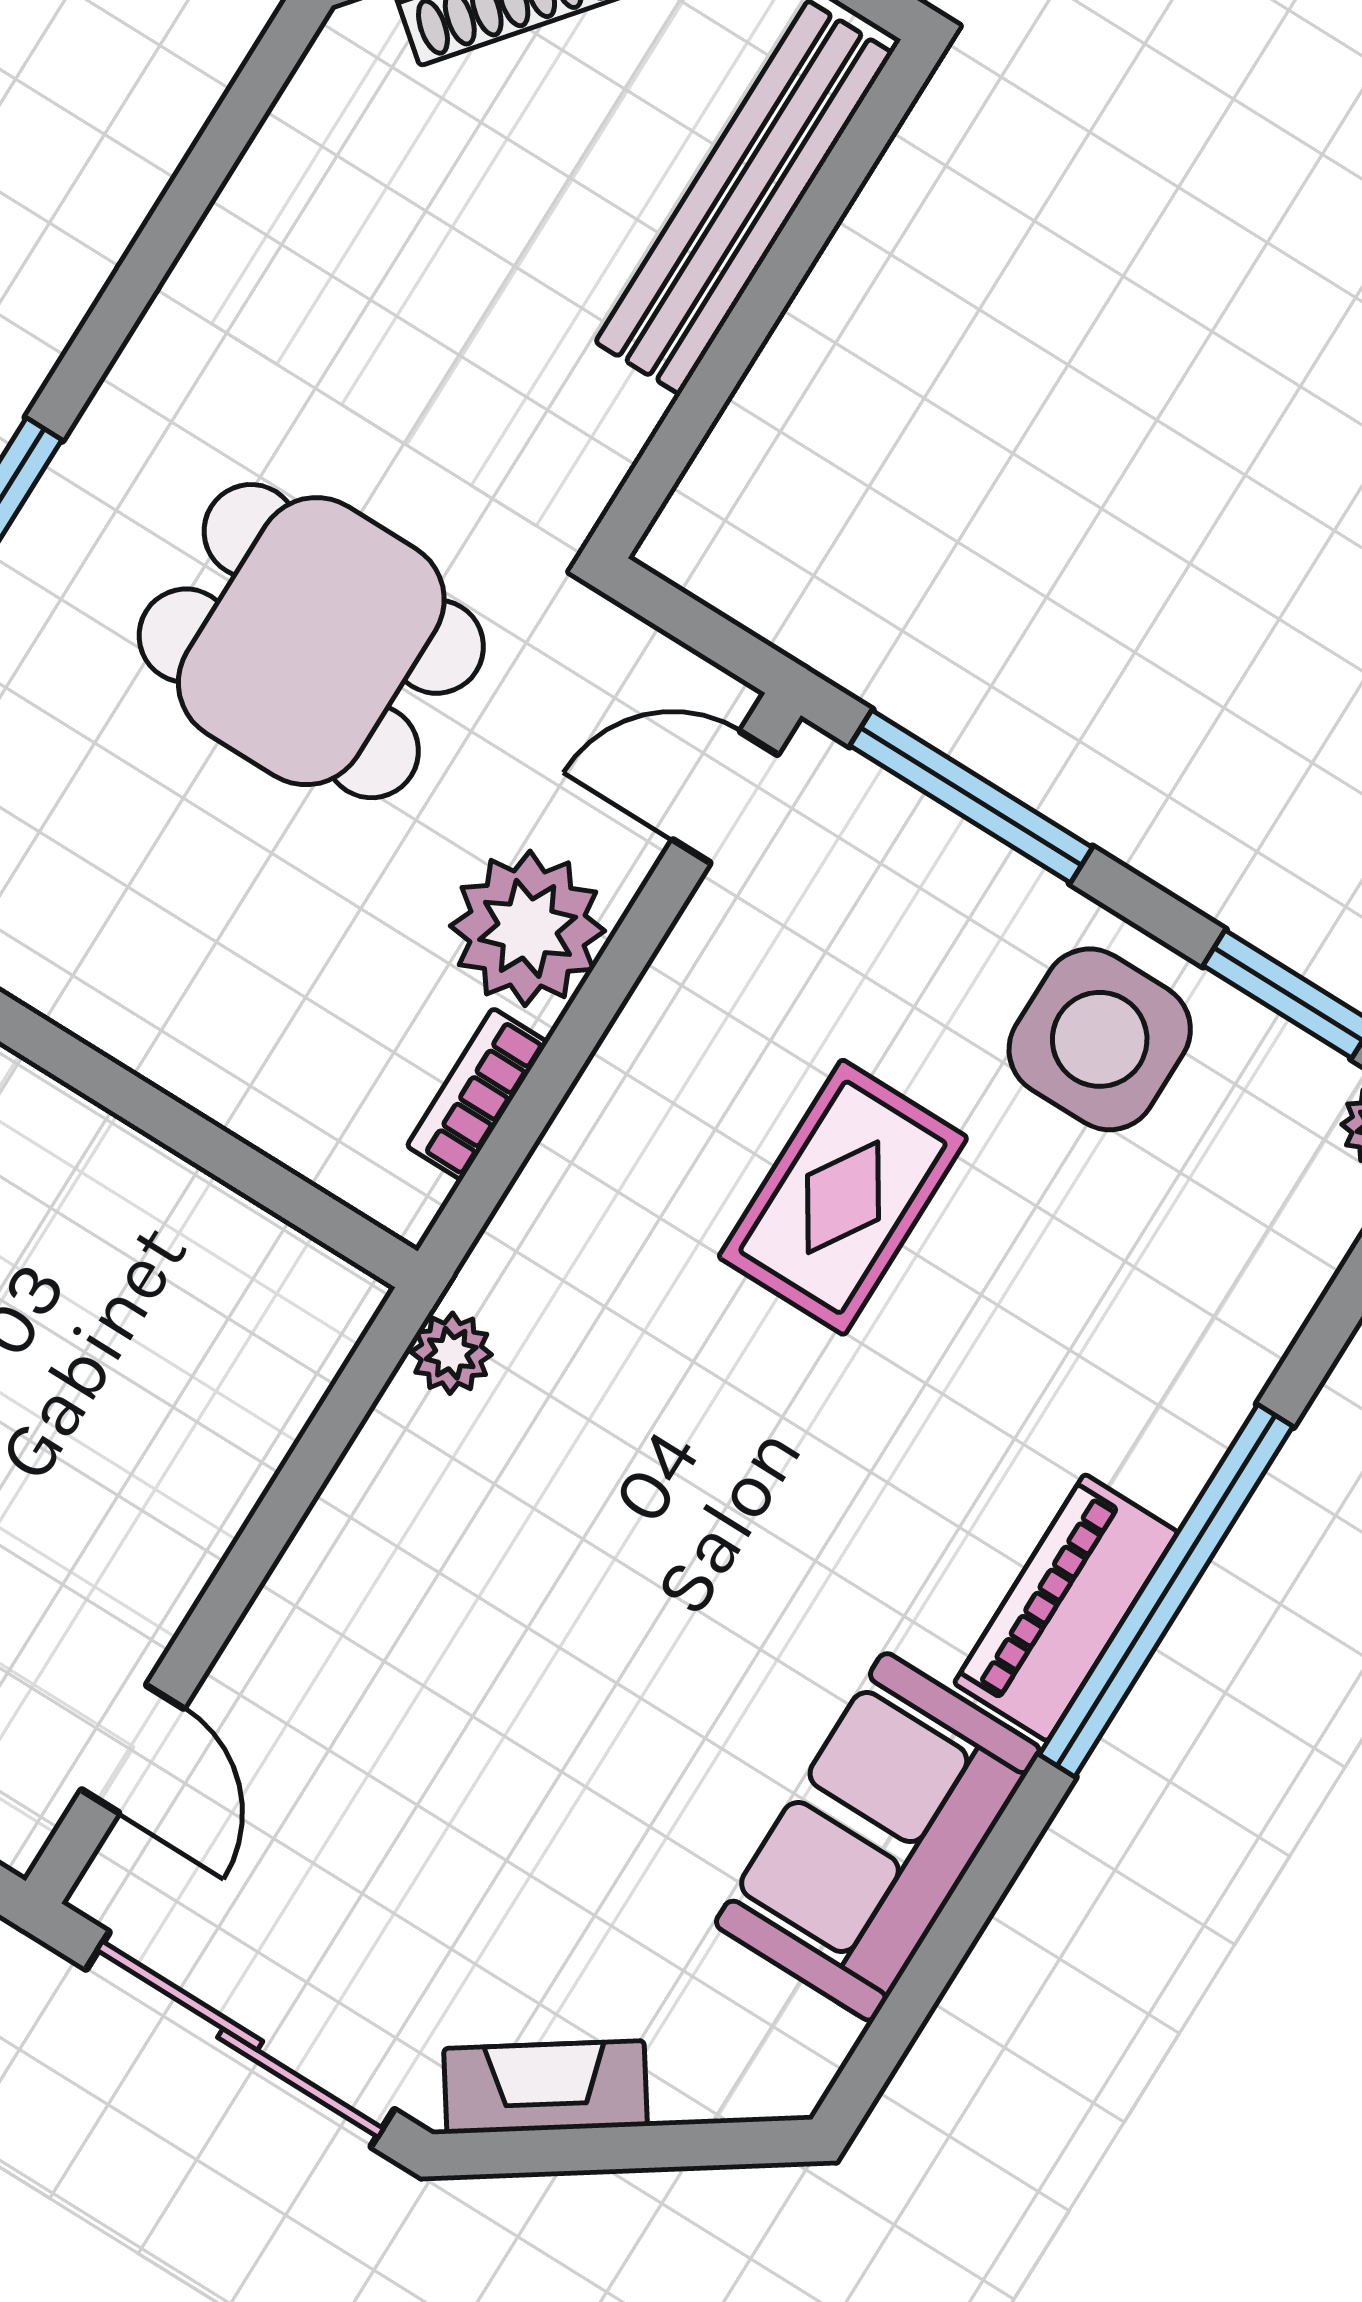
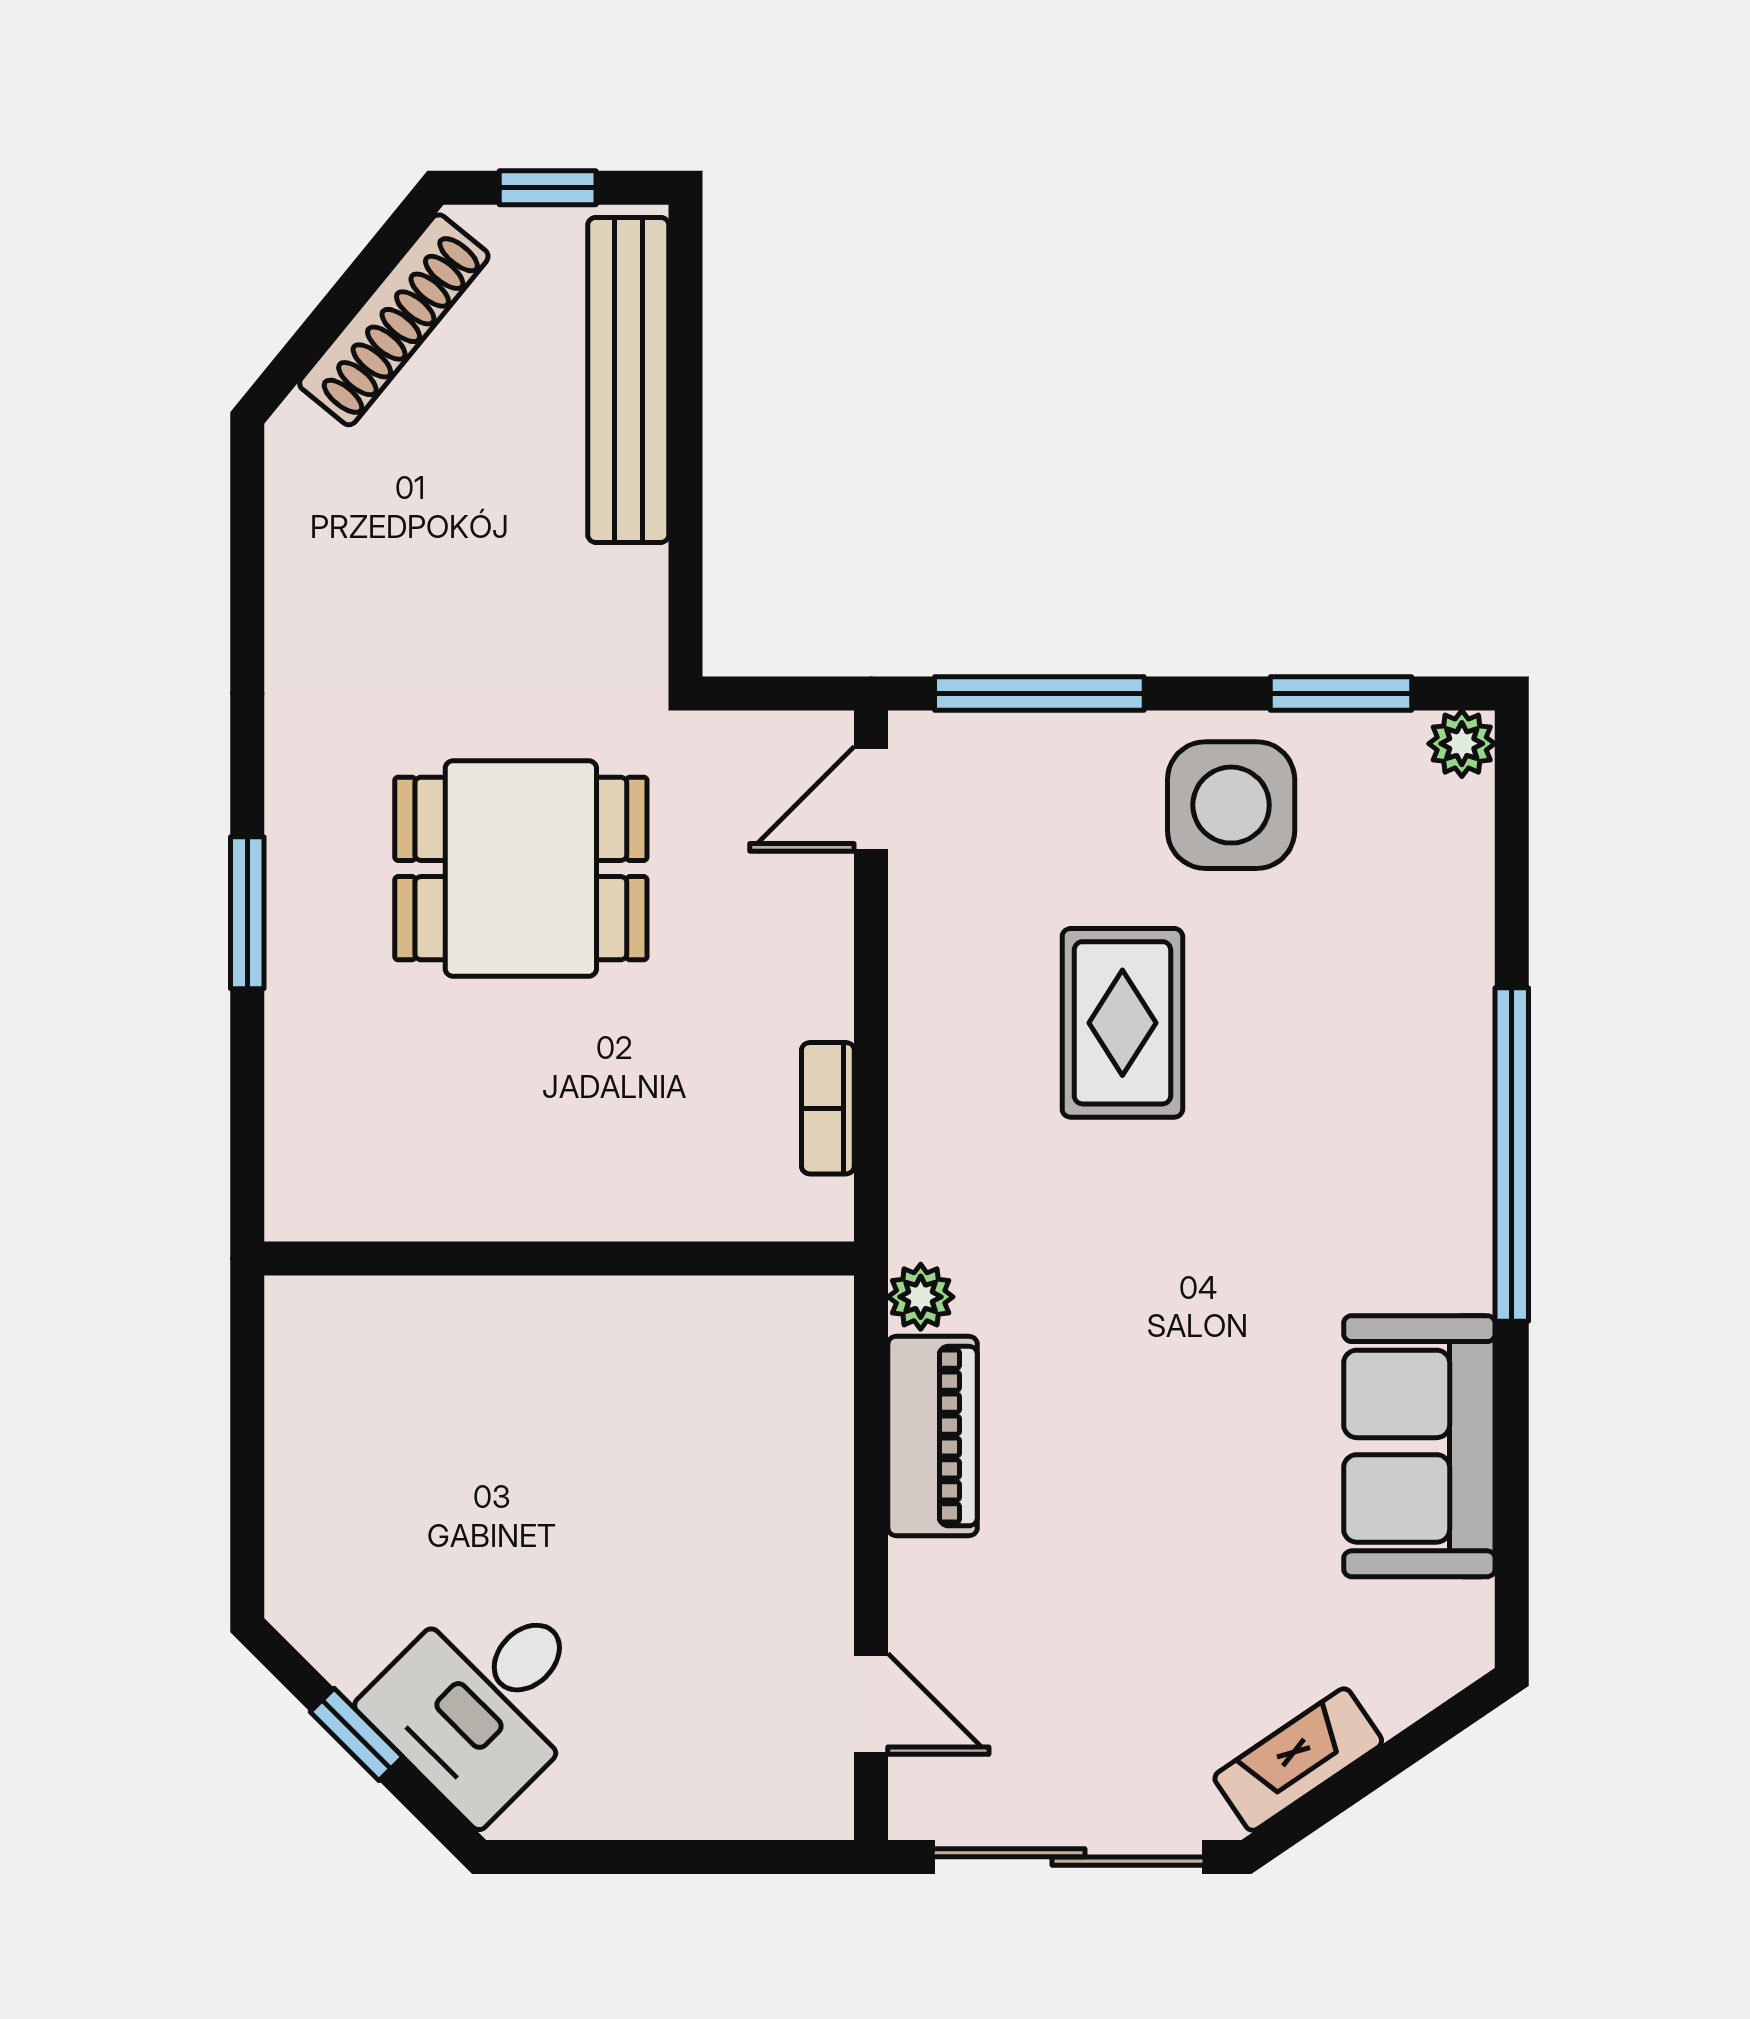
plant: (528, 928) -> (792, 973), removed
piano: (1066, 1608) -> (933, 1436), moved, turned 180

